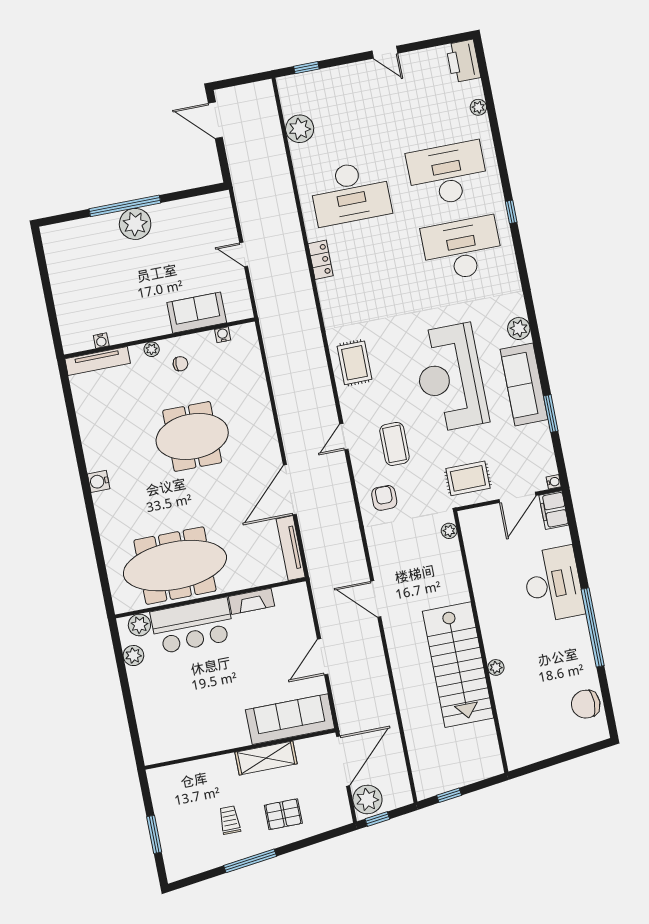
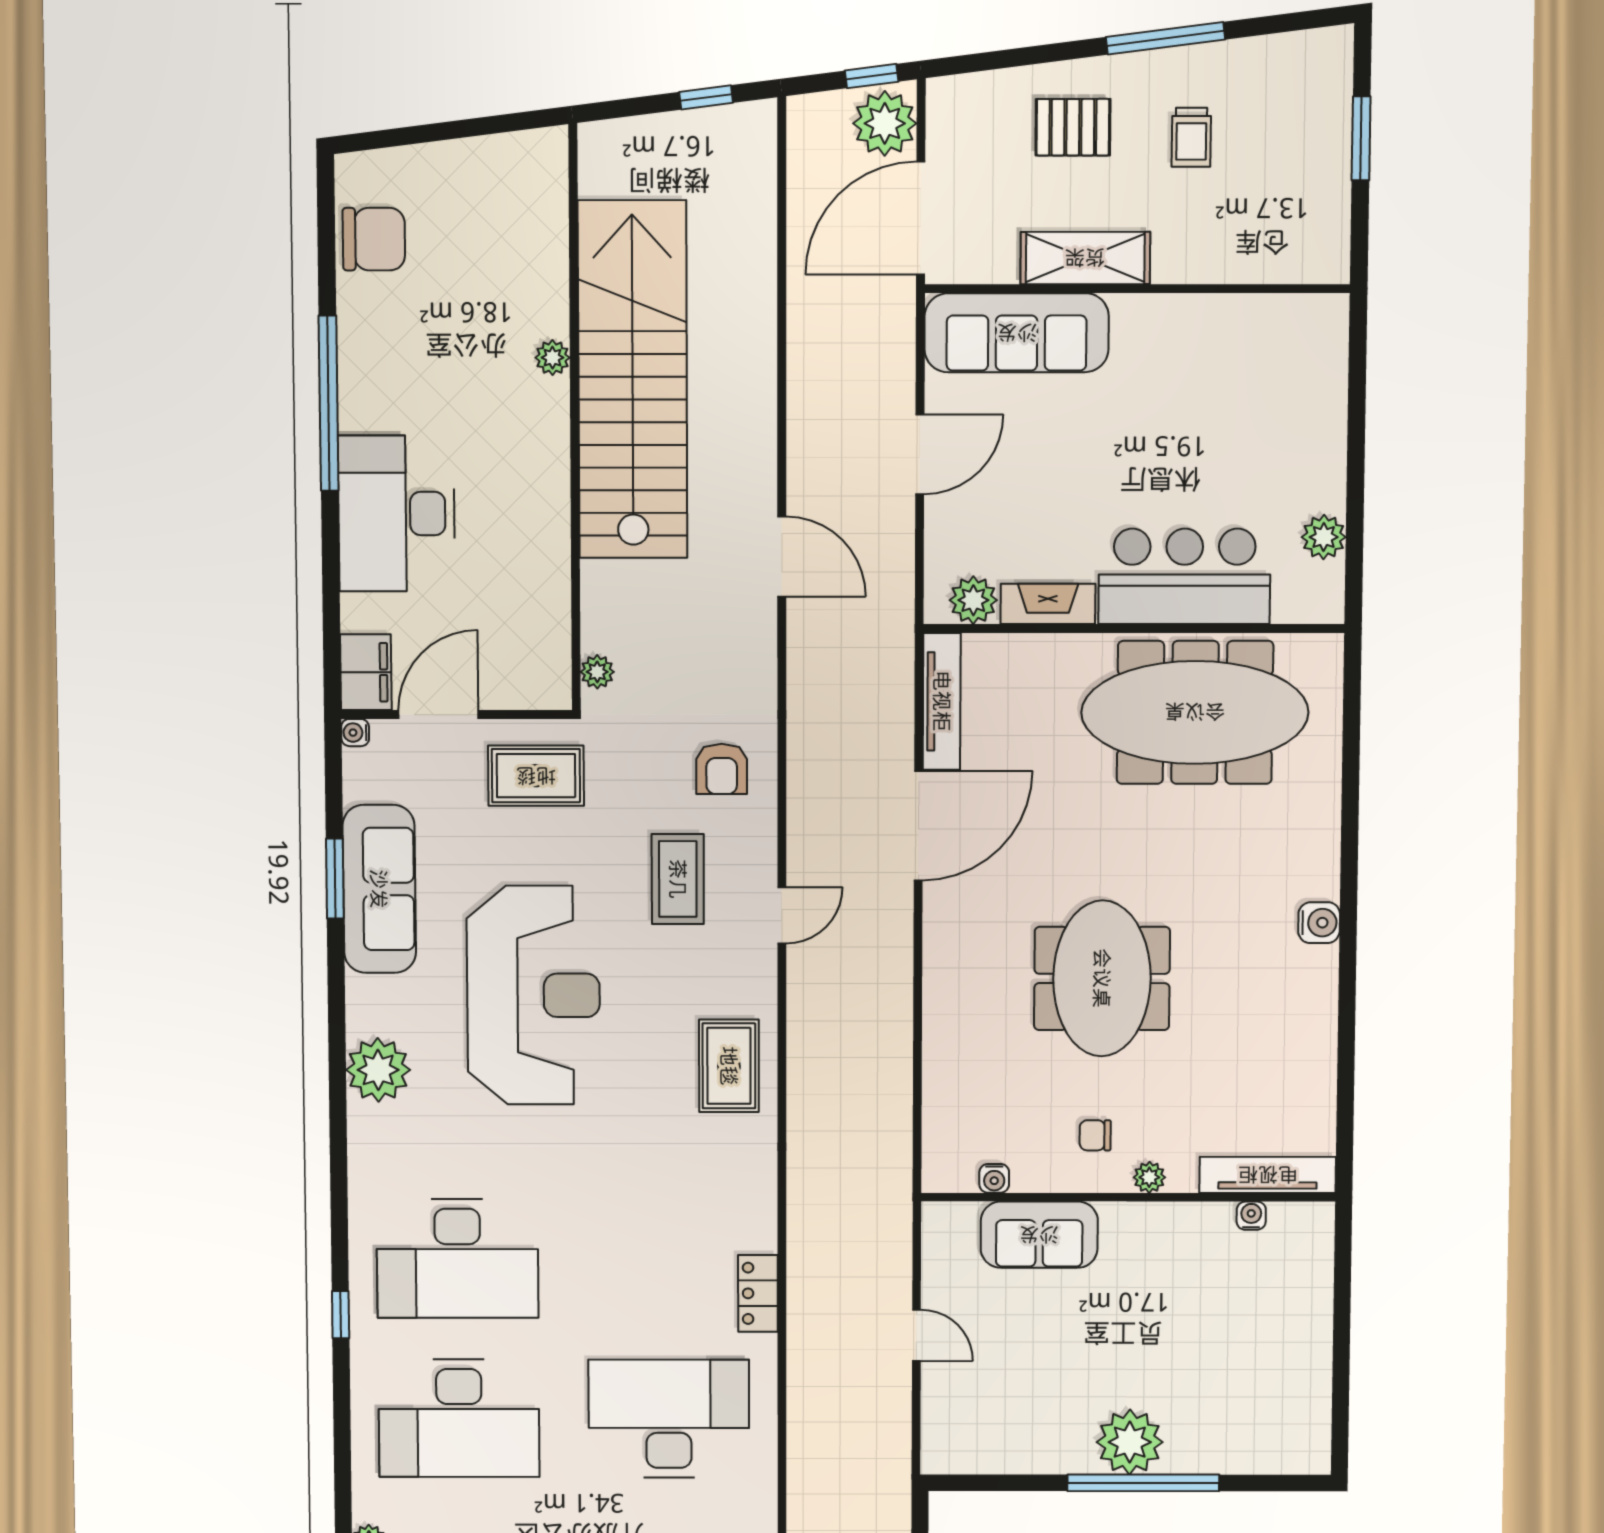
plant: (519, 329) -> (378, 1070), width x1.36, depth x1.36
sofa: (524, 384) -> (379, 889), moved
meeting table: (192, 436) -> (1102, 978), turned 90
plant: (139, 625) -> (973, 600), moved
stairs: (458, 665) -> (633, 380), width x1.36

